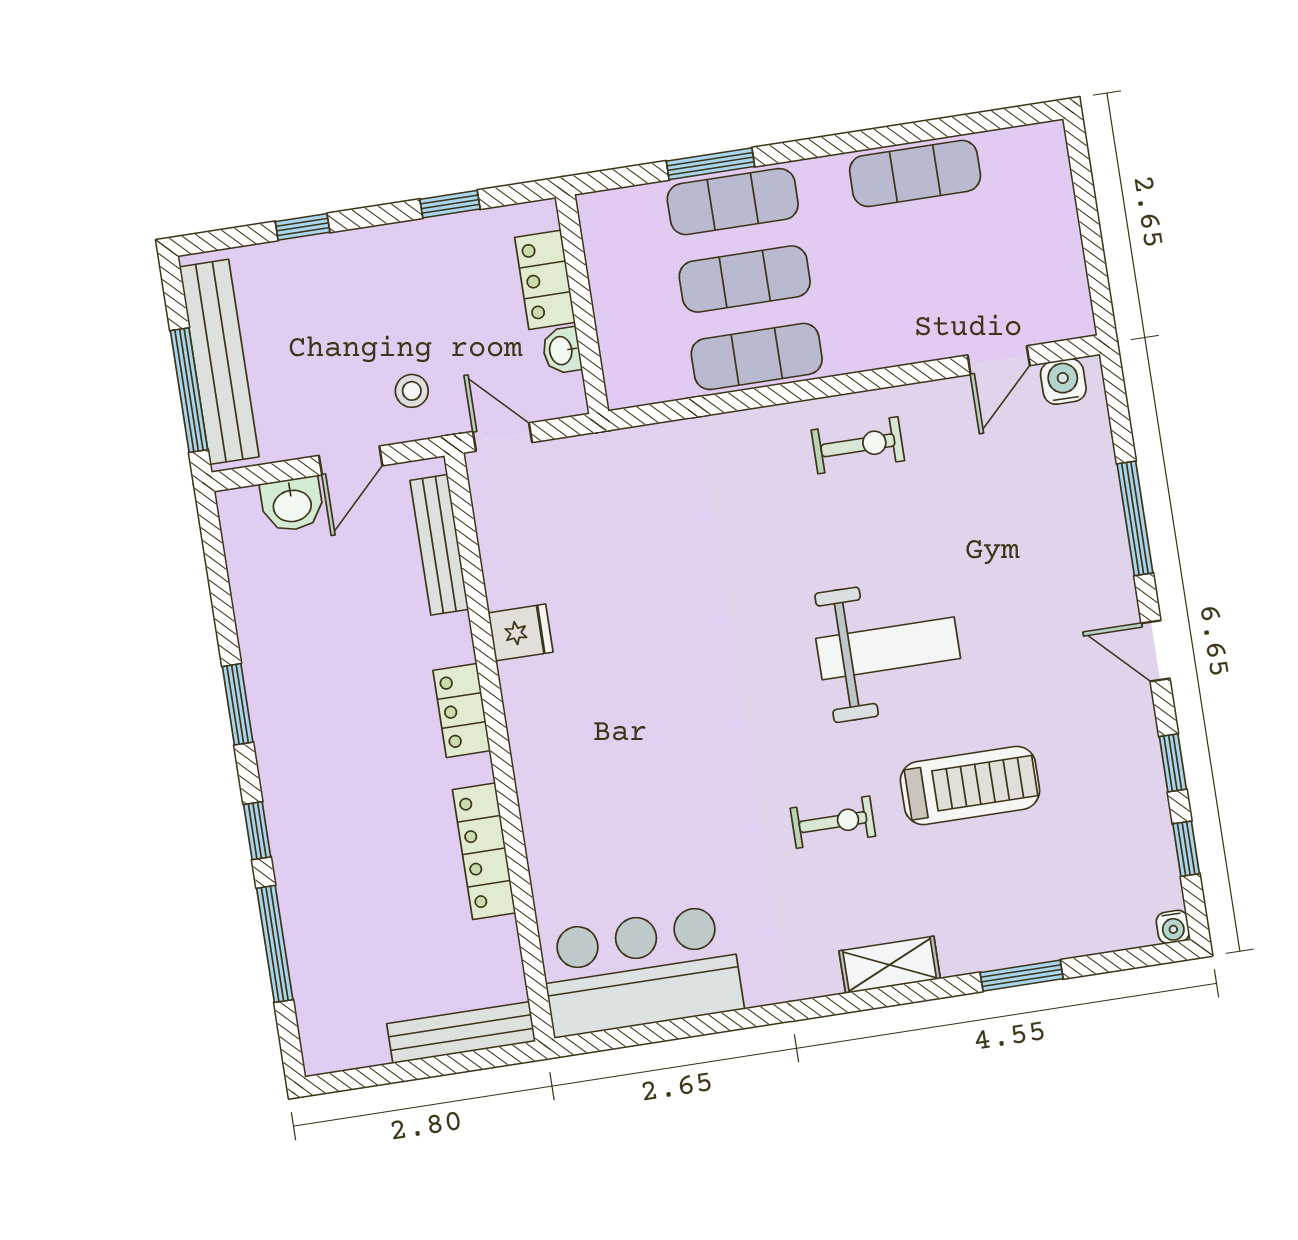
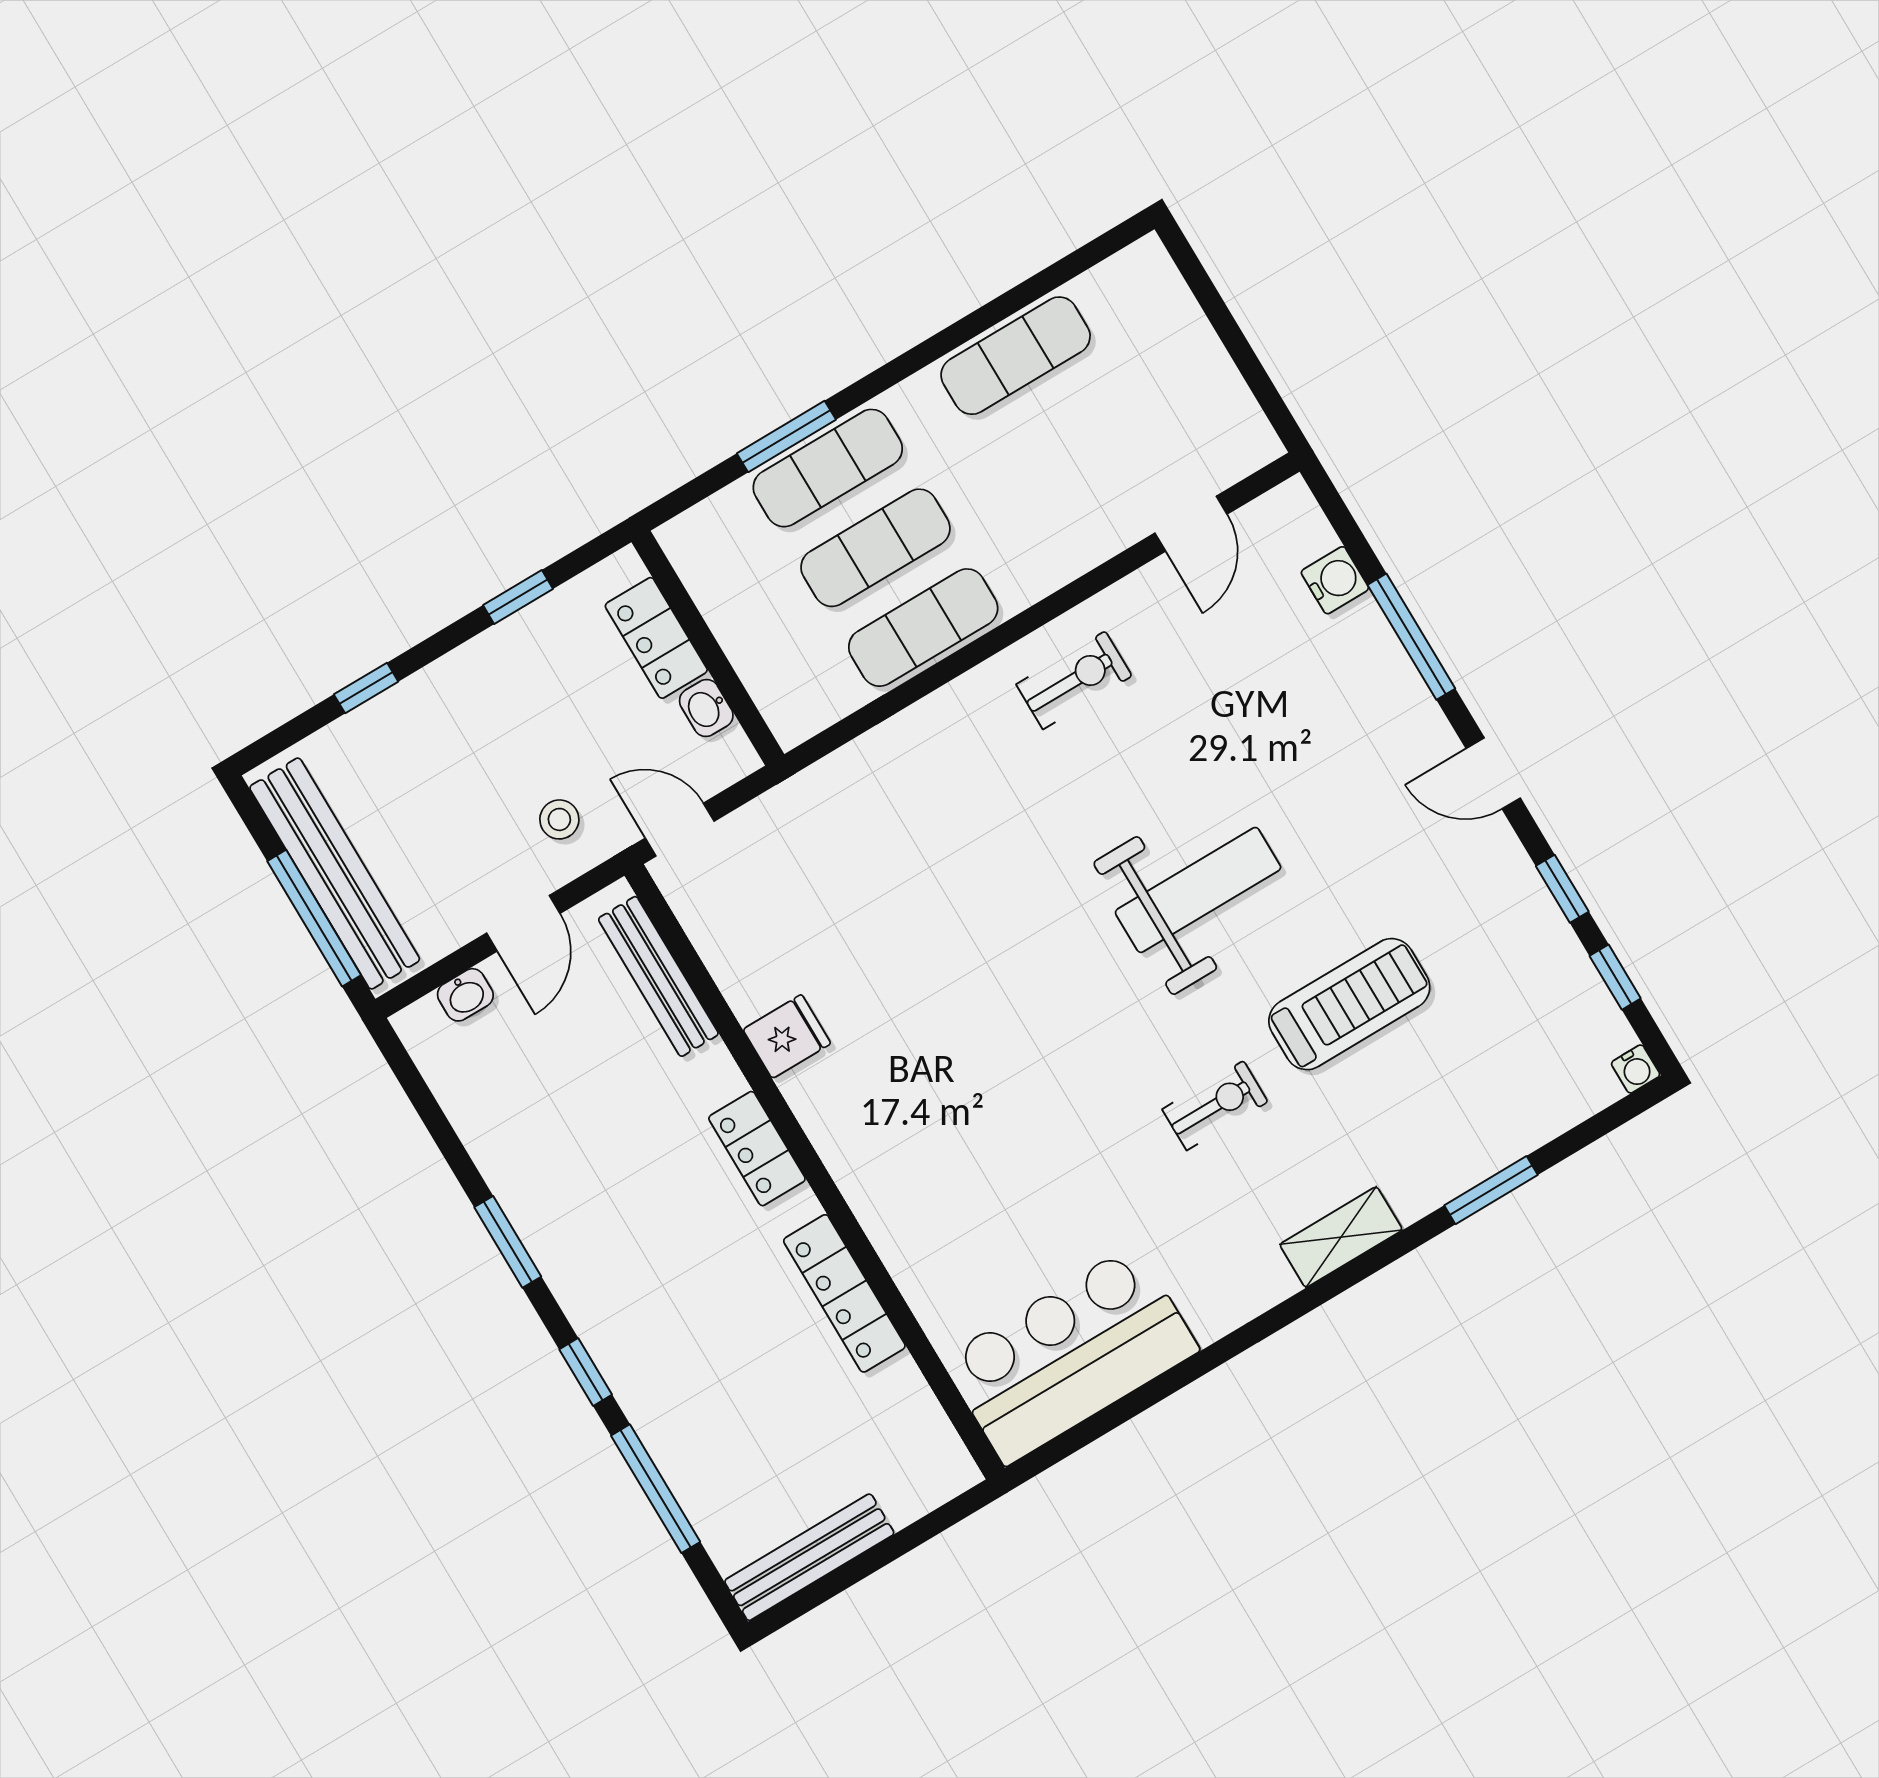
water cooler: (1063, 381) -> (1335, 580), moved, turned 90
washbasin: (292, 504) -> (465, 995), width x0.72, depth x0.69
bench: (461, 1033) -> (809, 1557), moved

